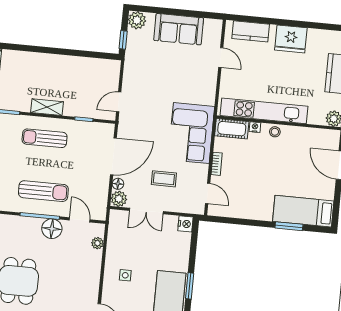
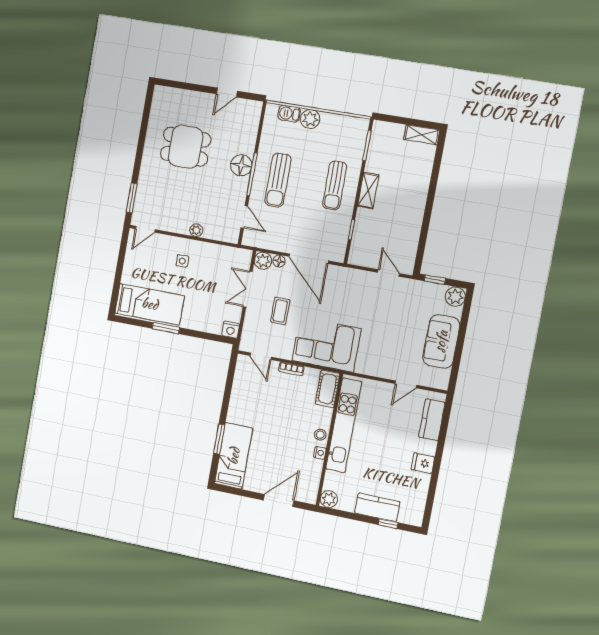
fridge: (291, 39) -> (423, 463), width x0.53, depth x0.75
door: (119, 102) -> (389, 273), moved
nightstand: (255, 127) -> (320, 453), moved
sun lounger: (45, 138) -> (335, 185), turned 180
door: (208, 193) -> (261, 356), hinge flipped
door: (80, 220) -> (244, 217), hinge flipped
floor lamp: (52, 229) -> (241, 165), moved
plant: (97, 243) -> (196, 230), moved

